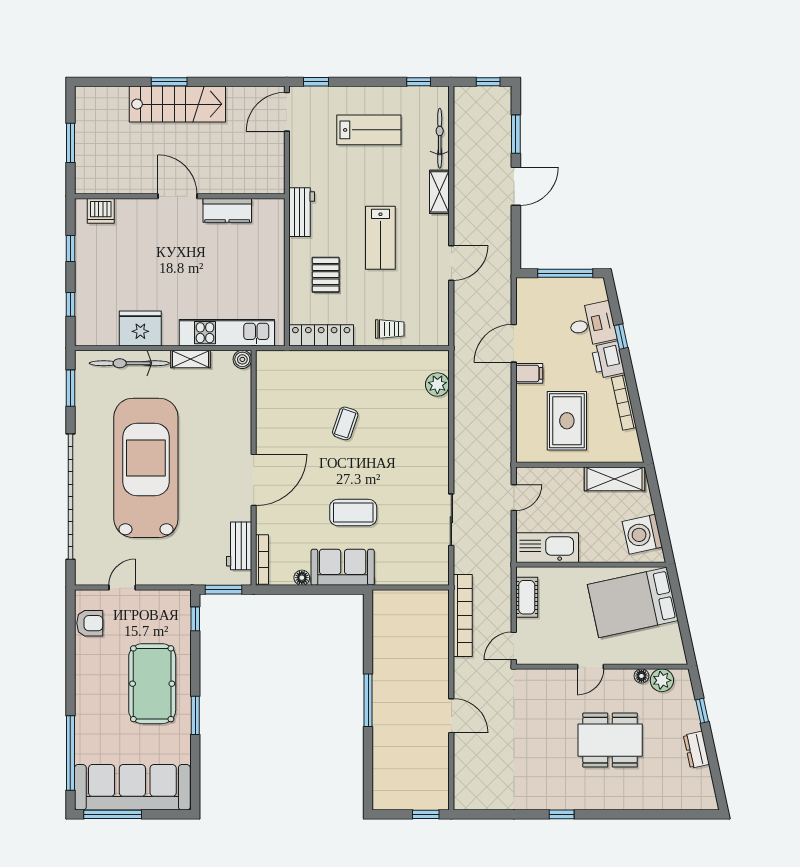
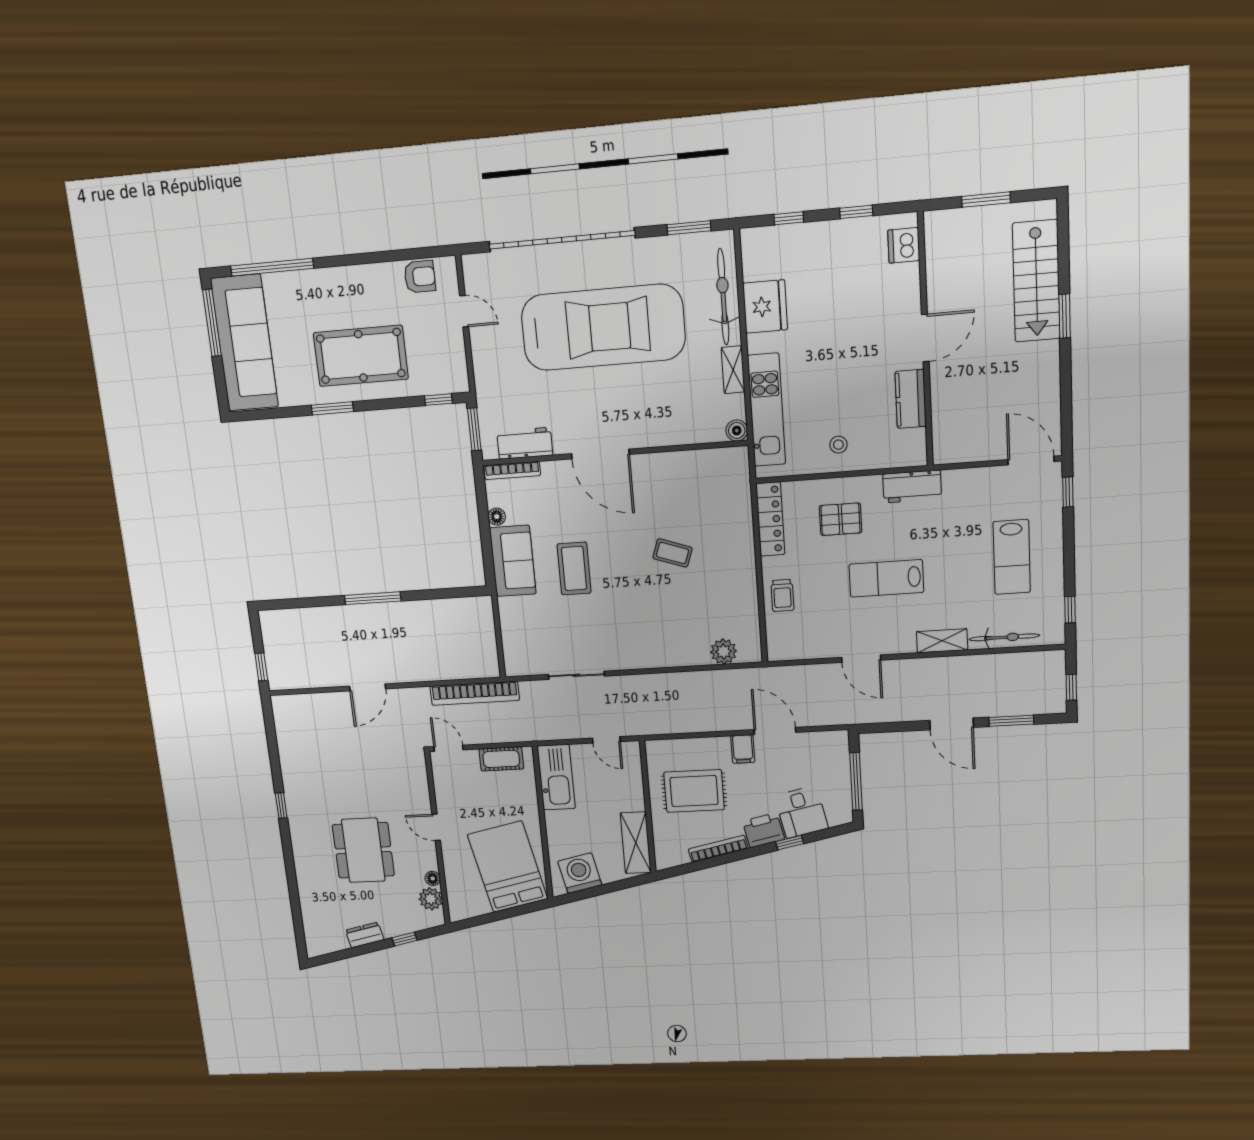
stairs: (177, 104) -> (1036, 281), moved
stool: (261, 273) -> (838, 445), added
armchair: (90, 623) -> (420, 277), turned -90

